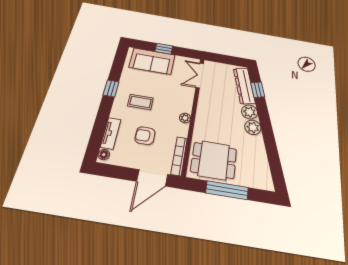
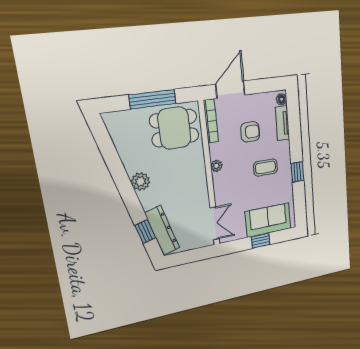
plant: (250, 112) -> (149, 199), removed

